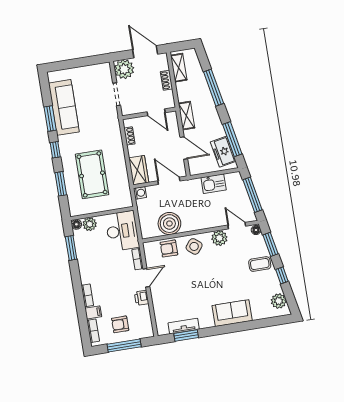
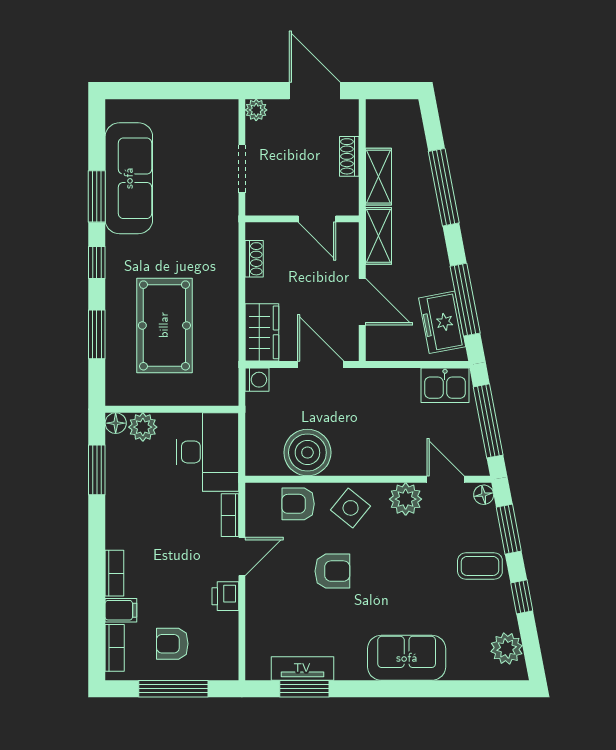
shelving: (179, 68) -> (379, 177), moved
plant: (124, 69) -> (256, 110), width x0.53, depth x0.53
kitchen sink: (214, 184) -> (445, 385), moved
armchair: (190, 278) -> (332, 571), added

